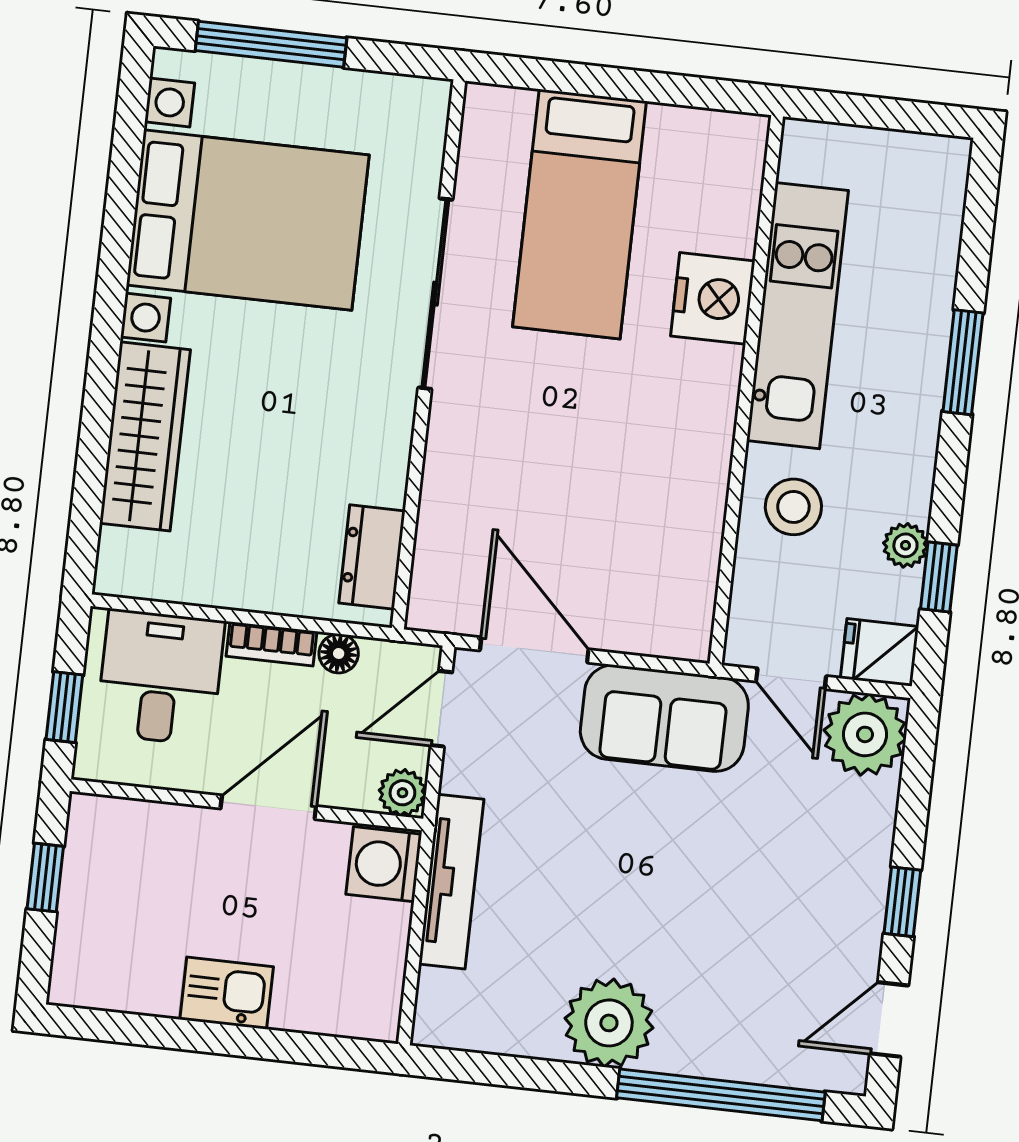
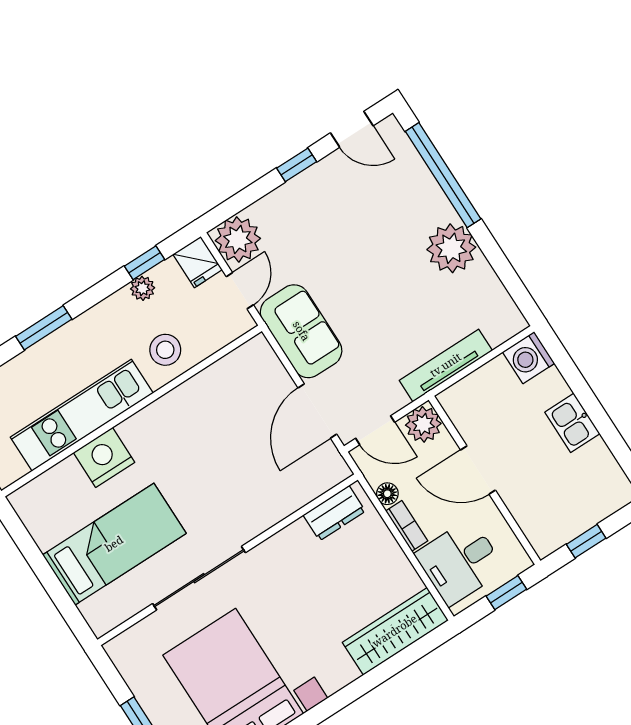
wardrobe: (145, 436) -> (395, 631), moved
plant: (402, 793) -> (423, 424), width x1.38, depth x1.38
washing machine: (384, 864) -> (529, 358), moved, turned 90

